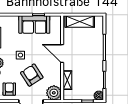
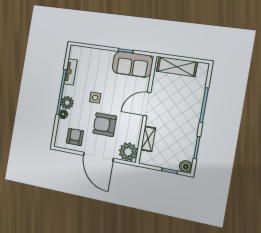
sofa: (34, 25) -> (132, 64), moved
door: (62, 54) -> (147, 104), hinge flipped
armchair: (32, 75) -> (105, 125), turned -57

